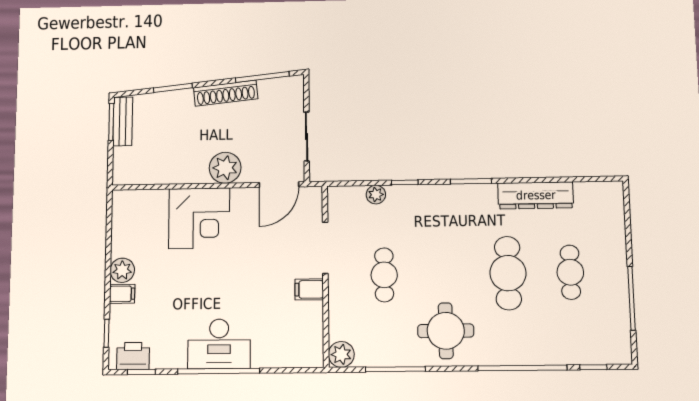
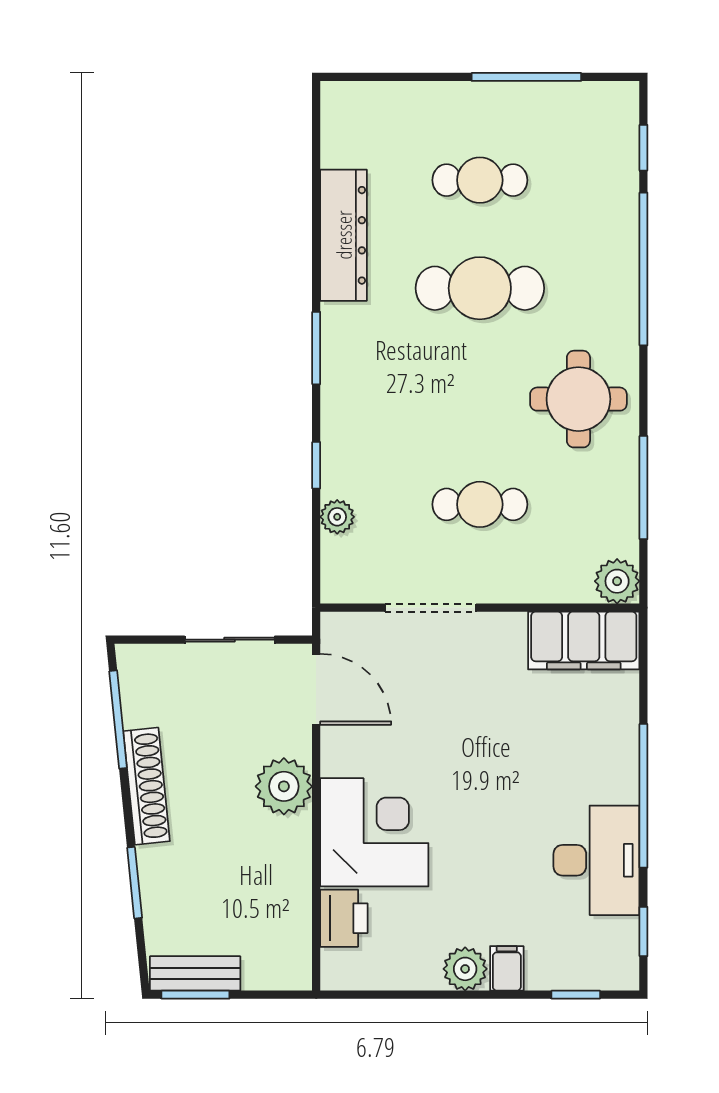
filing cabinet: (309, 289) -> (584, 640), moved, width x3.00, depth x1.17
desk: (219, 344) -> (596, 860), moved
printer: (133, 356) -> (344, 918), moved, turned 180

